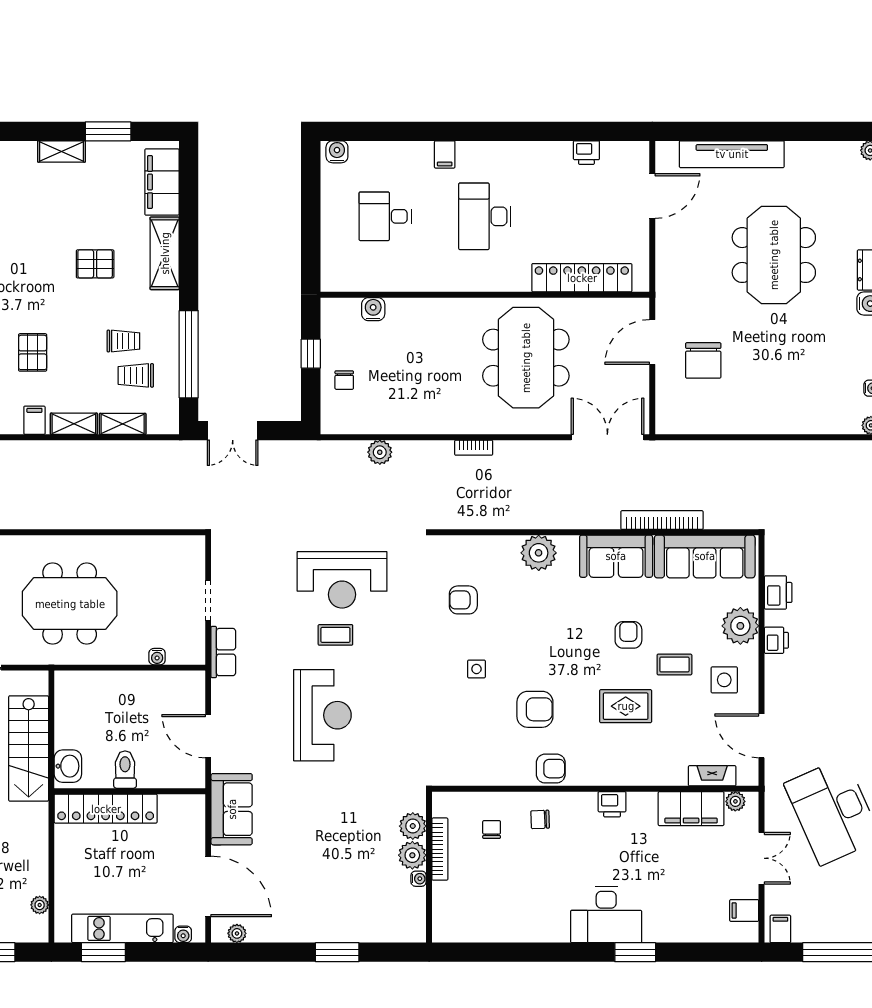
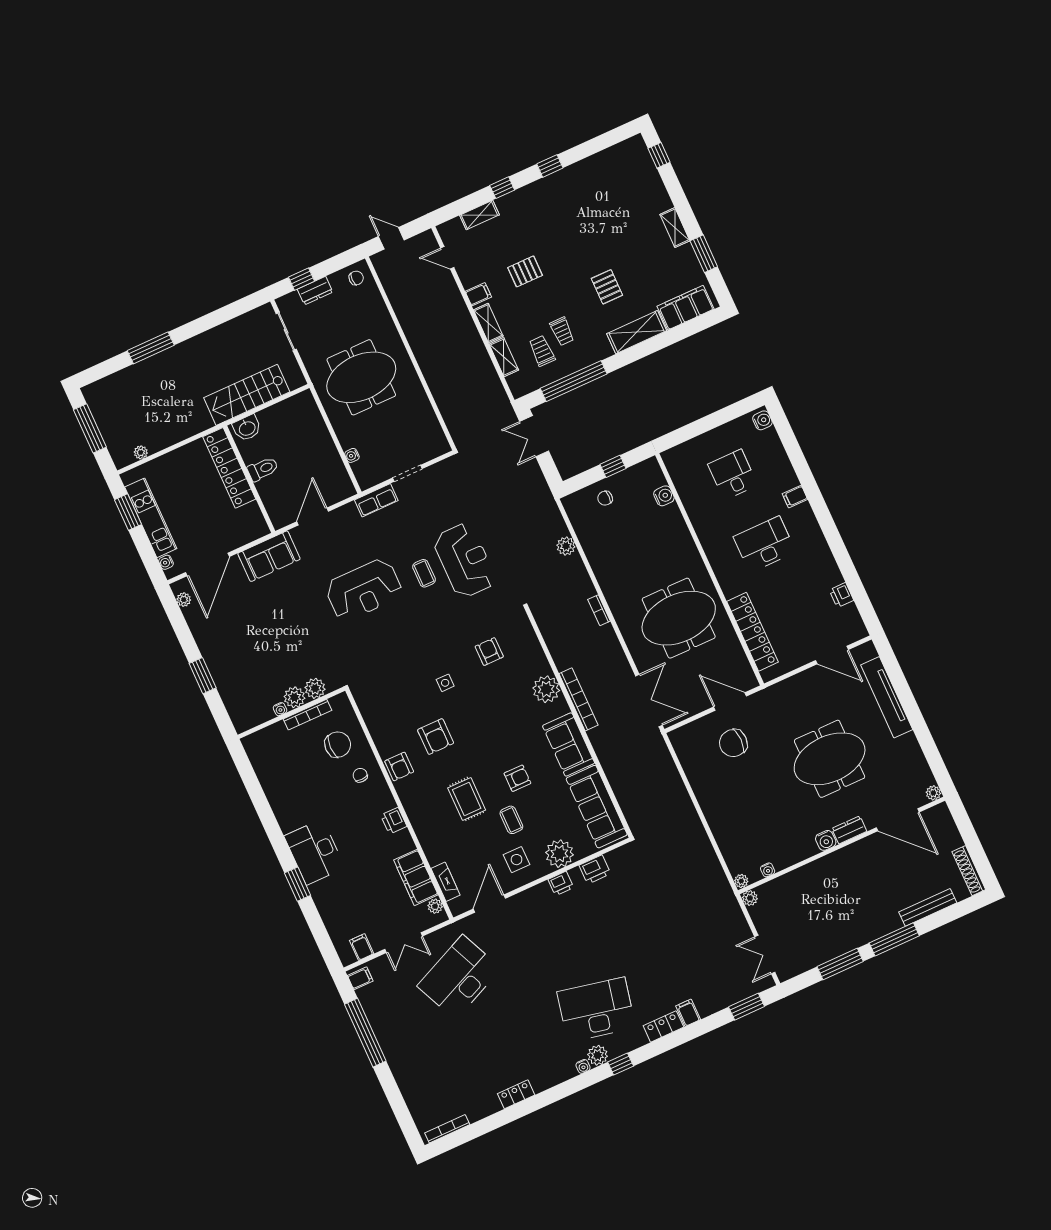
bookcase: (662, 520) -> (579, 699), moved
reception desk: (342, 580) -> (465, 560), turned 180
meeting table: (70, 604) -> (361, 377), turned 90
chair: (492, 829) -> (338, 745), width x1.87, depth x1.87

